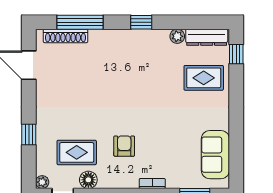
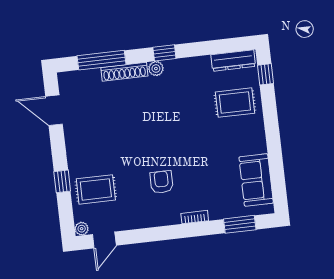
shoe rack: (65, 36) -> (124, 72), moved
plant: (177, 36) -> (156, 69), moved
rug: (77, 152) -> (96, 189), moved
floor lamp: (88, 180) -> (129, 221), removed

